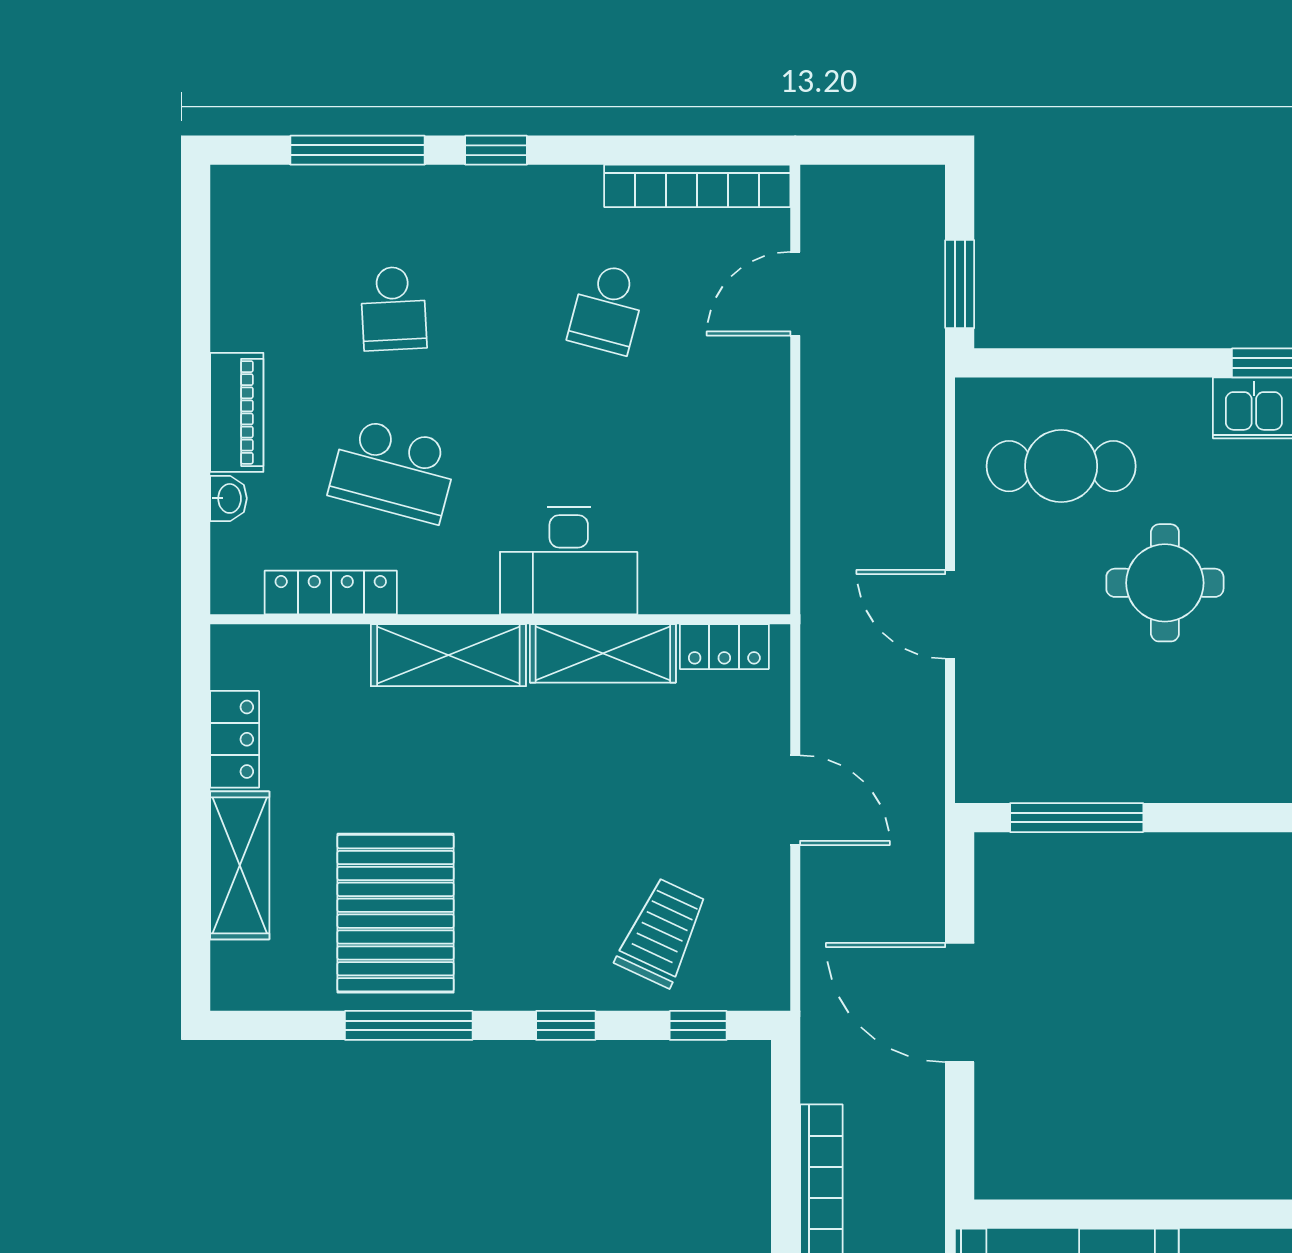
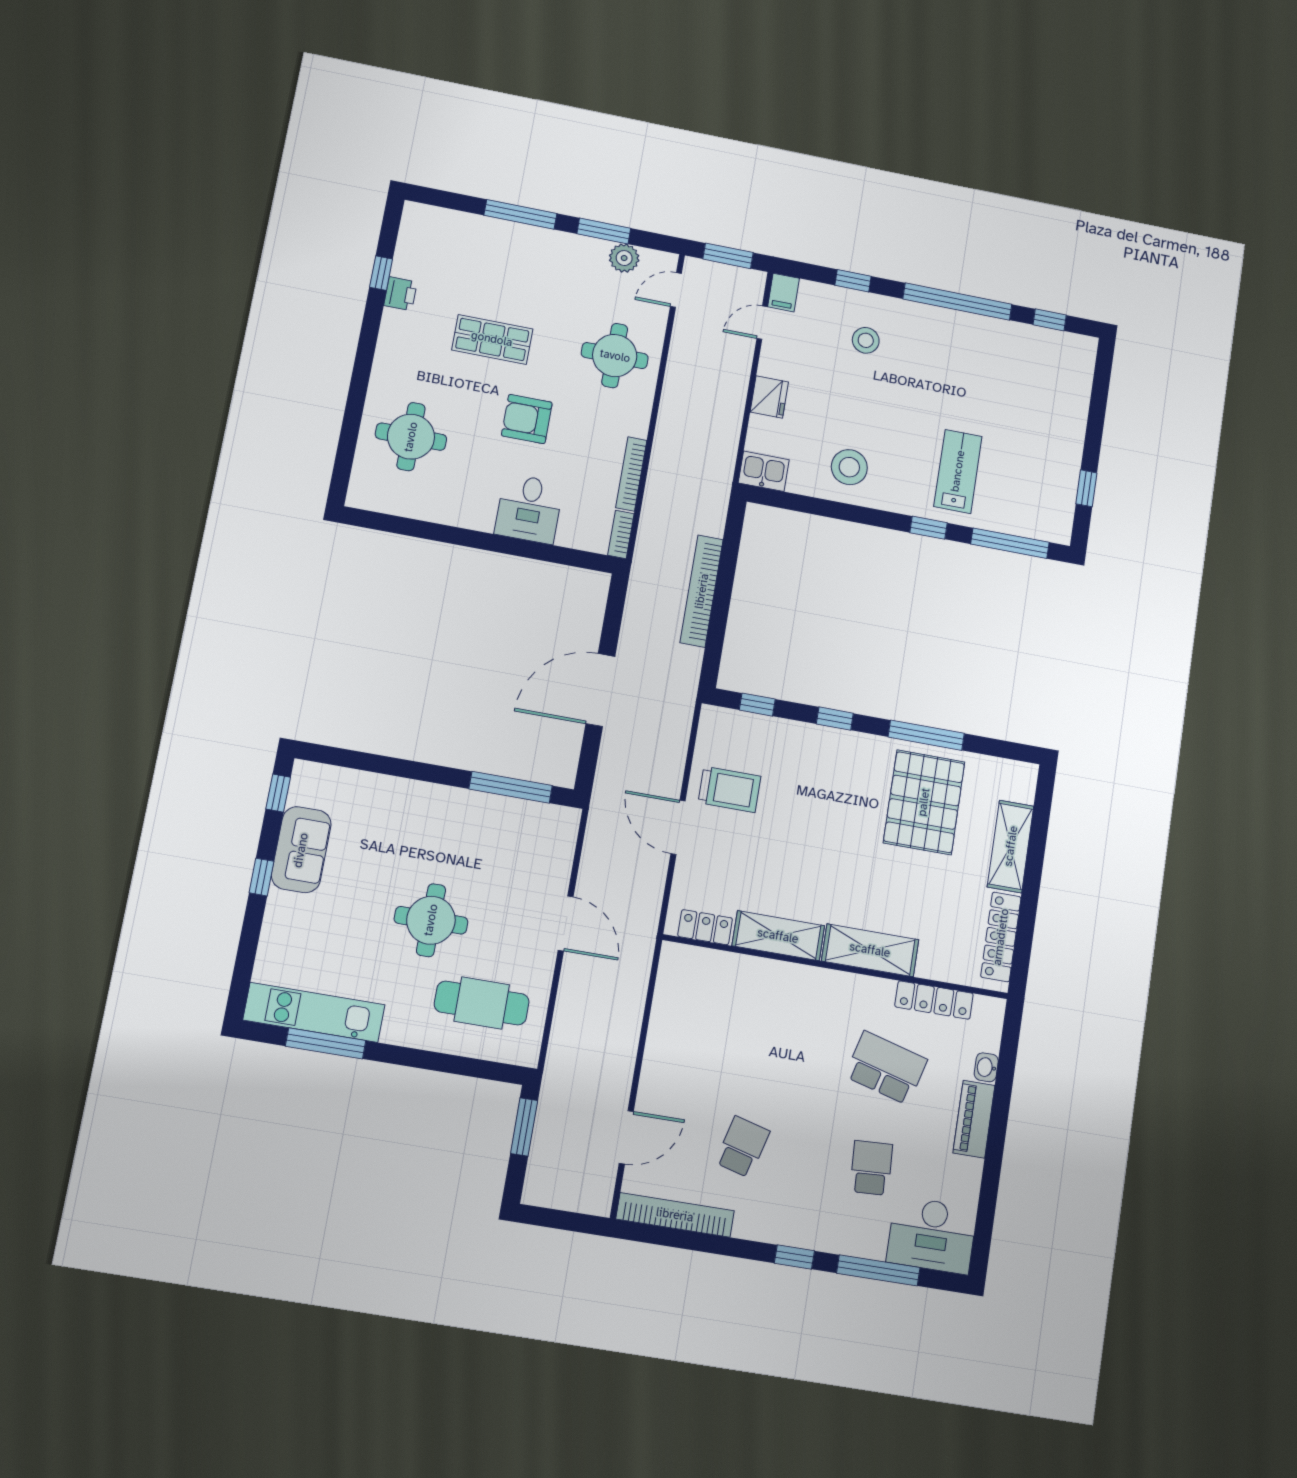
desk: (569, 560) -> (932, 1235), moved, turned 180
locker: (235, 739) -> (1001, 937), width x1.53
trolley: (662, 933) -> (729, 789), moved, turned -115
door: (960, 1002) -> (600, 690), swing flipped

